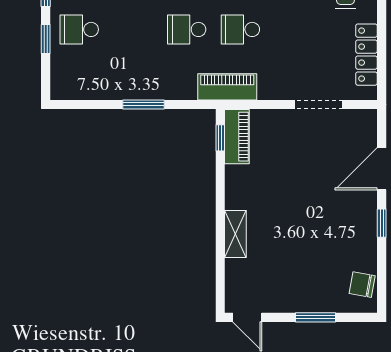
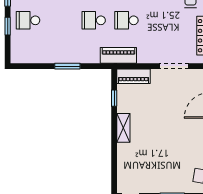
piano: (237, 137) -> (133, 76), moved, turned 90
window: (220, 138) -> (114, 98), moved
shelving: (235, 234) -> (123, 128), moved

